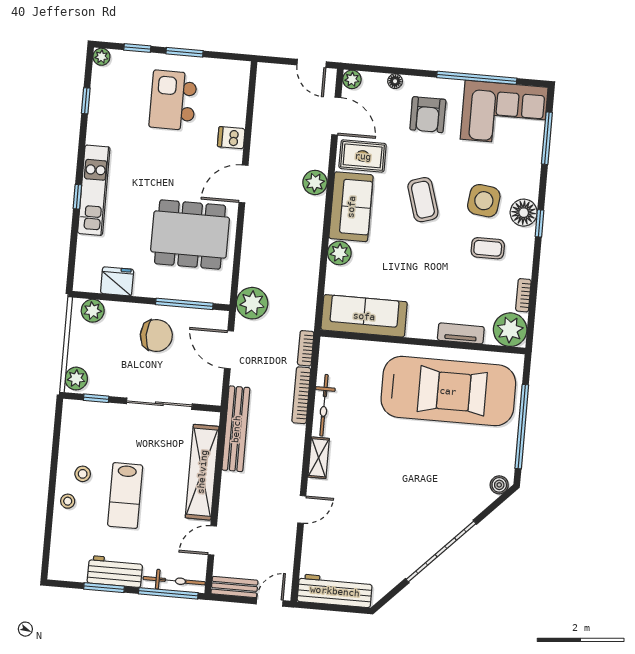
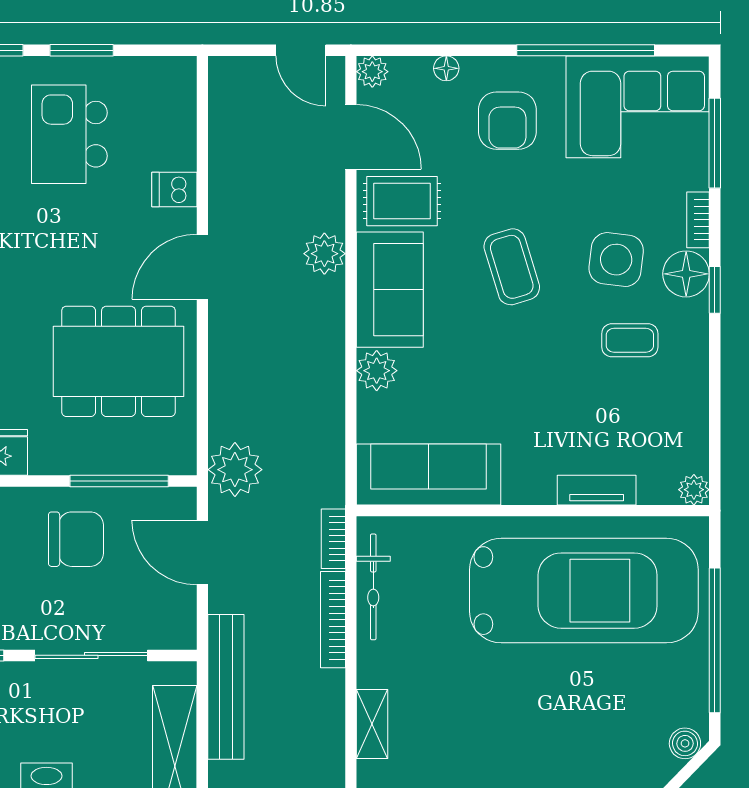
bookcase: (523, 295) -> (698, 220), moved
plant: (510, 330) -> (694, 490), width x0.53, depth x0.53
bicycle: (324, 405) -> (373, 587), moved

